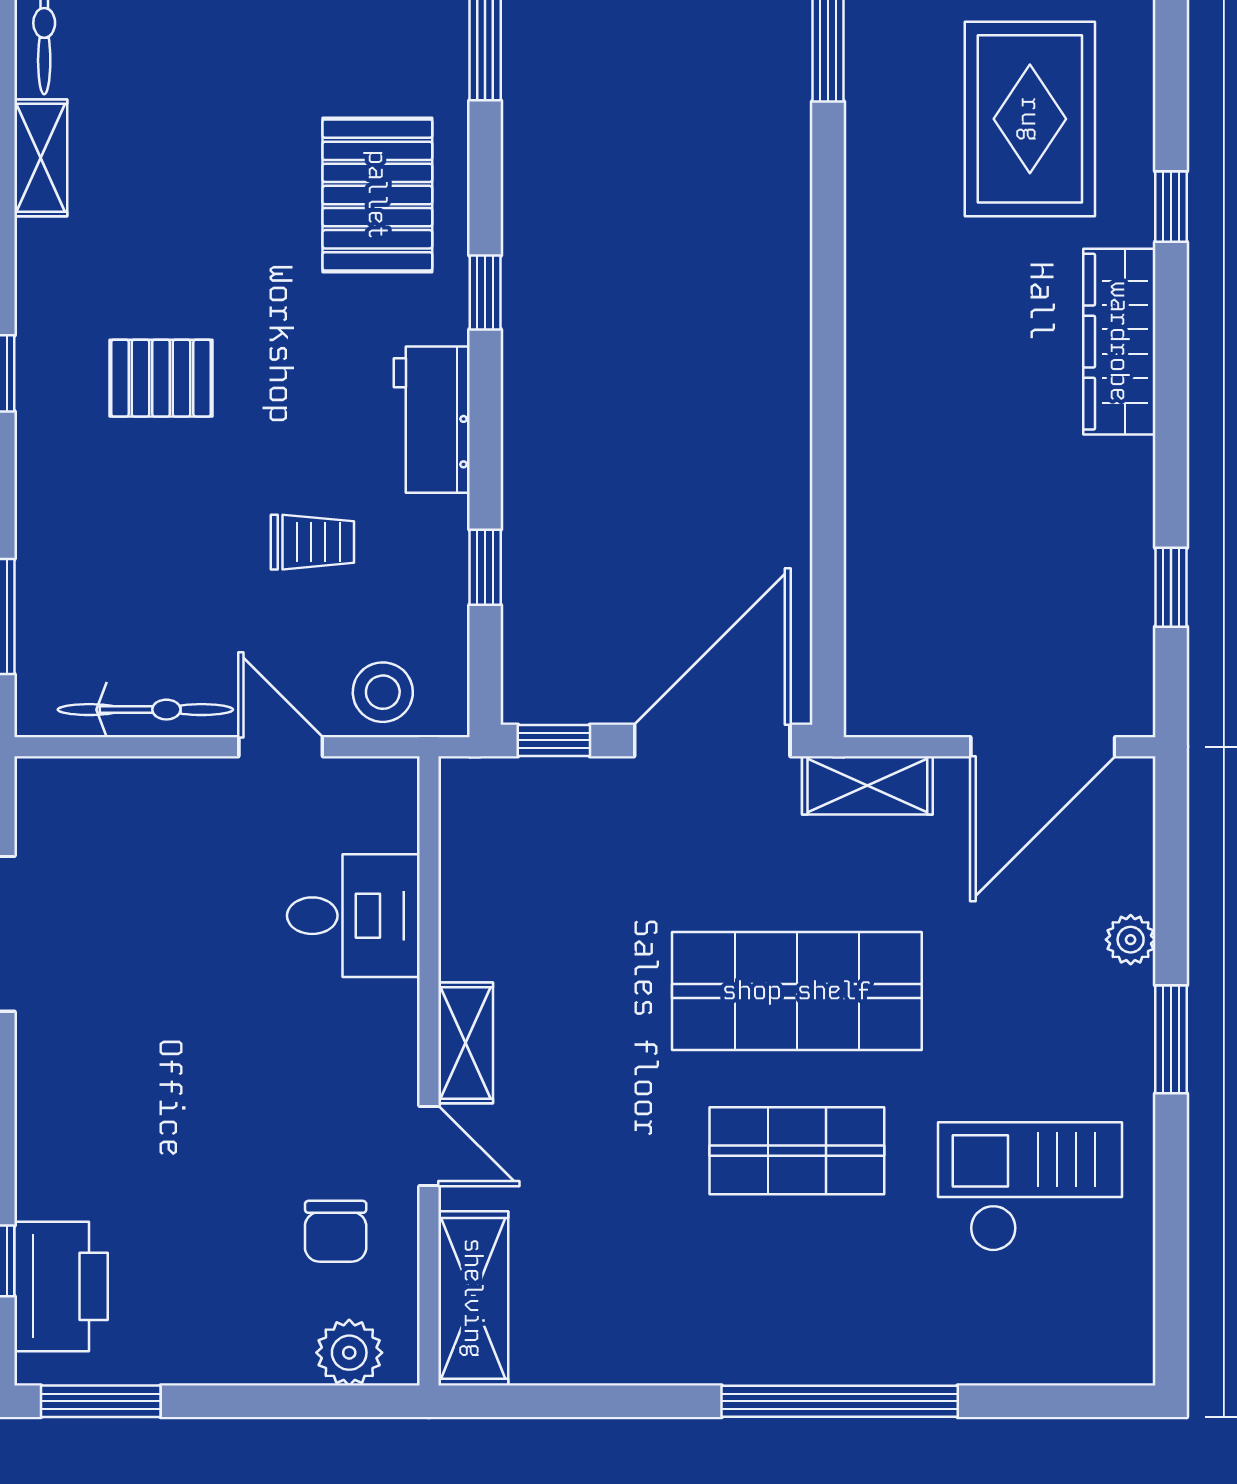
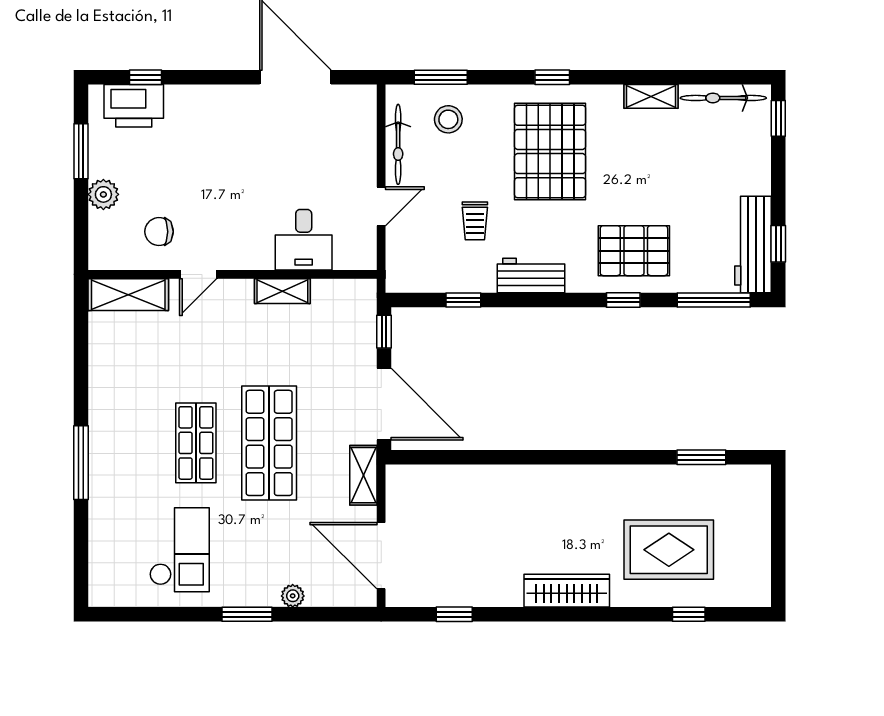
window: (1171, 207) -> (689, 614), moved
window: (485, 293) -> (623, 300), moved
pallet: (161, 378) -> (550, 152), width x2.05, depth x2.00
stool: (383, 692) -> (448, 119), moved
shelving: (466, 1043) -> (282, 291), moved
plant: (349, 1353) -> (103, 194), moved
window: (101, 1401) -> (81, 151), moved
window: (840, 1401) -> (81, 463), width x0.68

